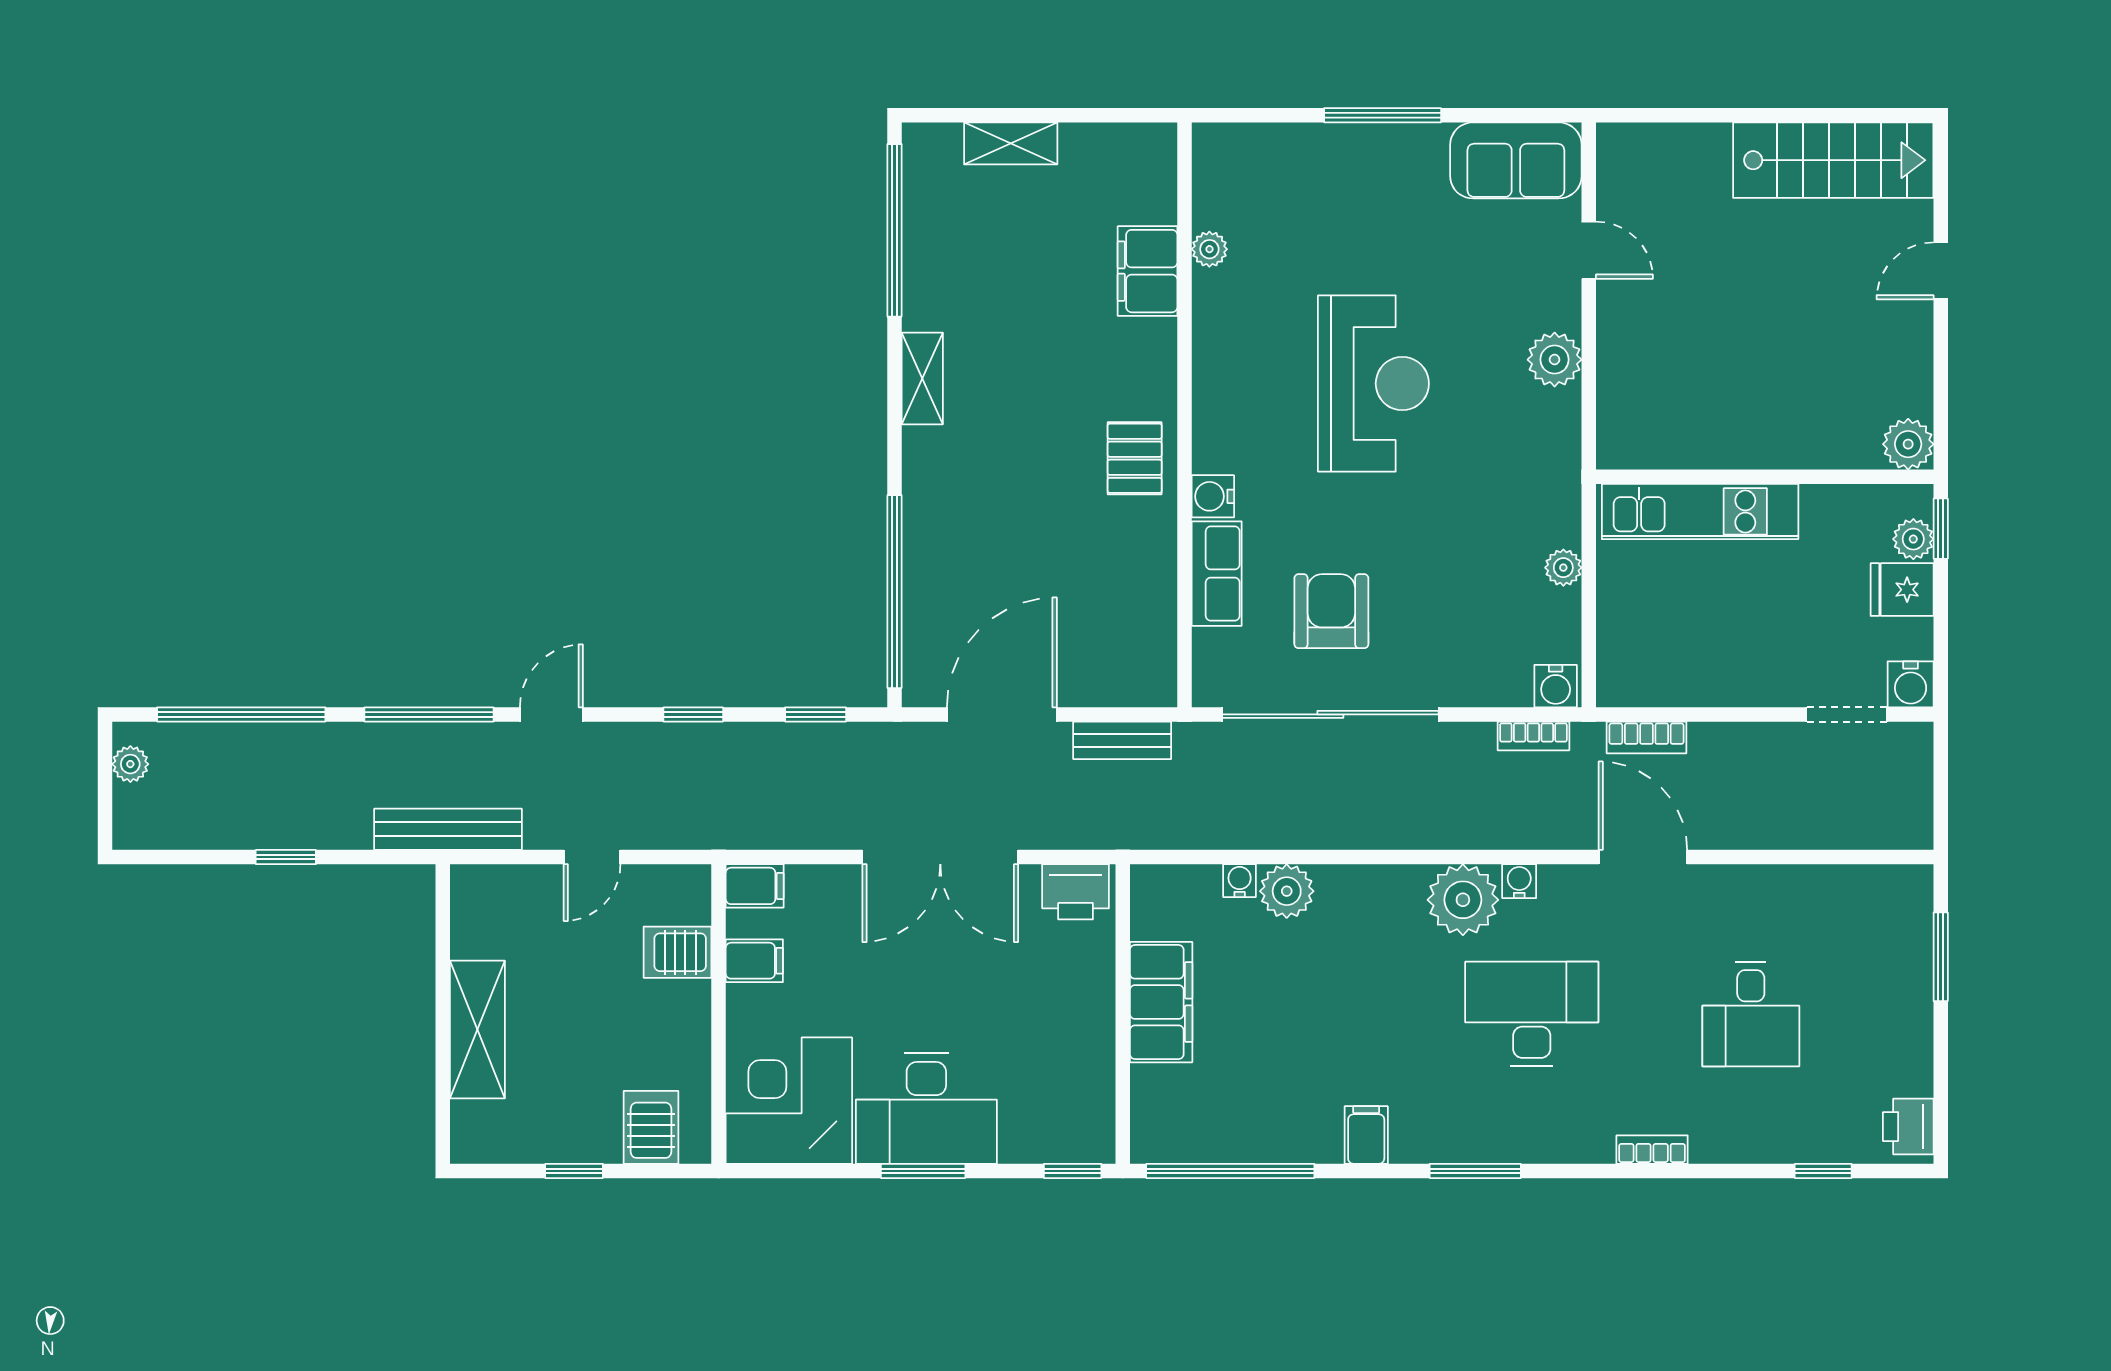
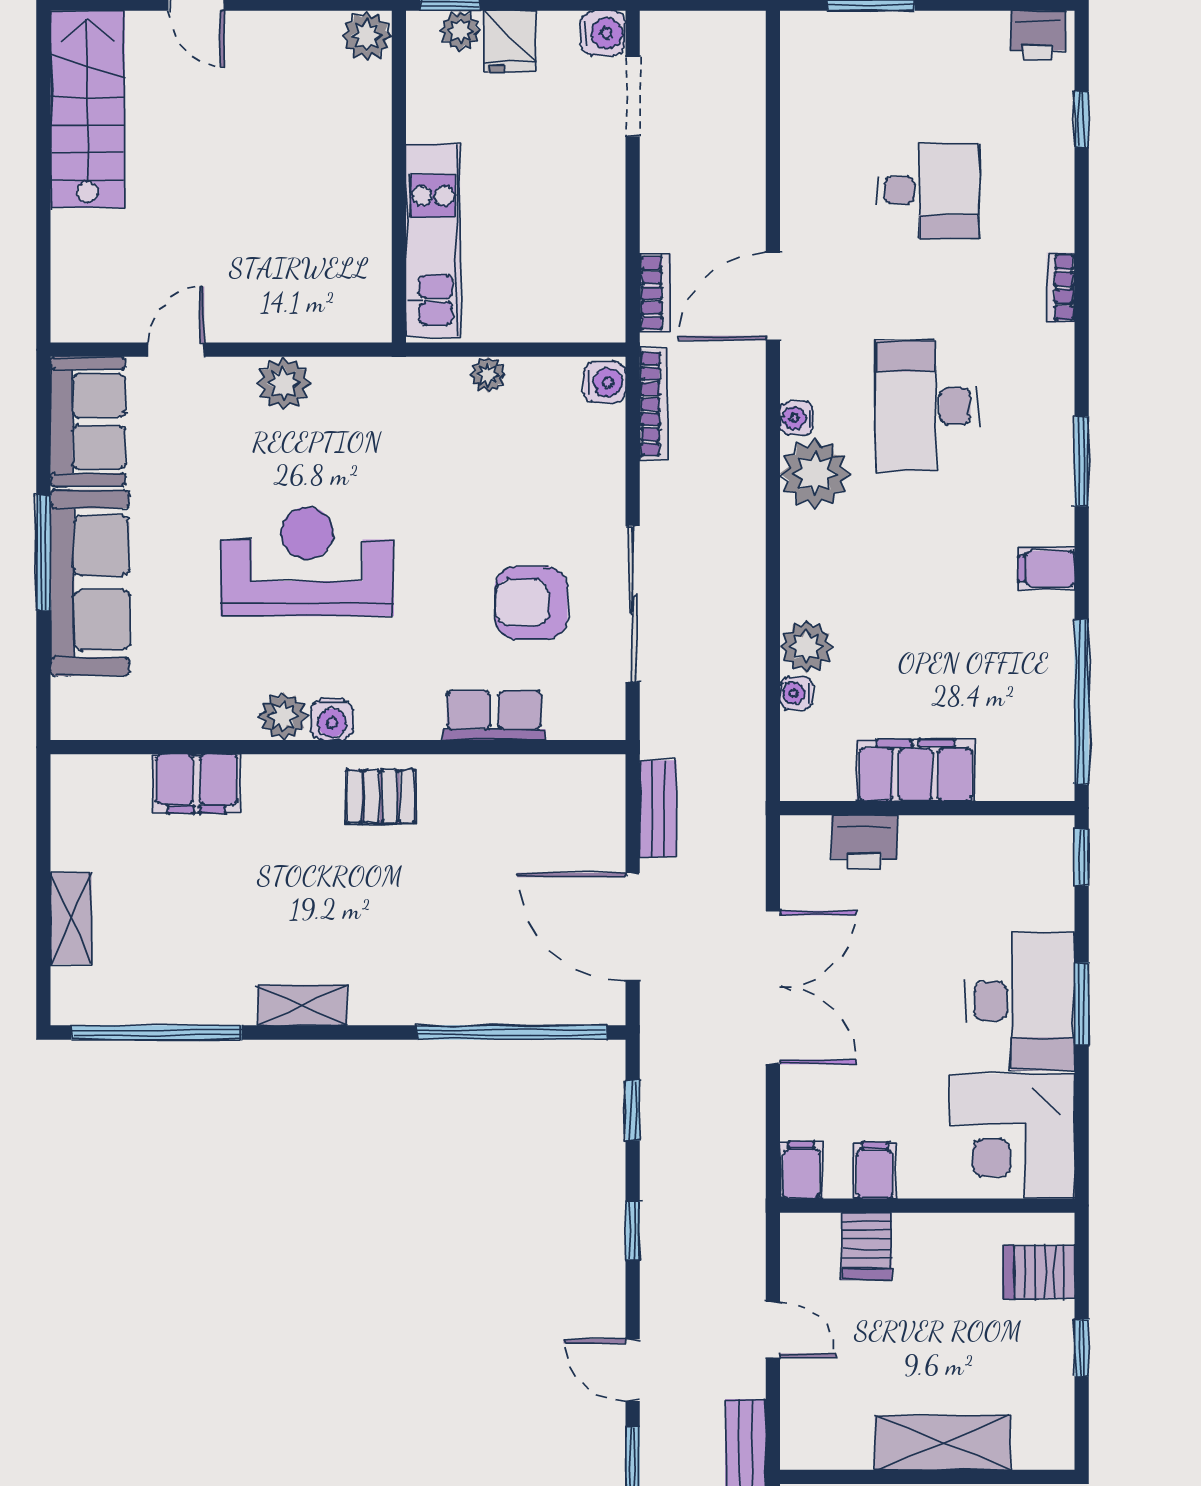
sofa: (1352, 163) -> (90, 583), added
plant: (1209, 249) -> (283, 716), moved, width x1.38, depth x1.38
water cooler: (1213, 496) -> (332, 719), moved
sliding door: (1330, 714) -> (633, 604), width x0.73
bookcase: (1533, 736) -> (654, 404), width x1.56
printer: (1076, 892) -> (864, 842), moved, turned 90

